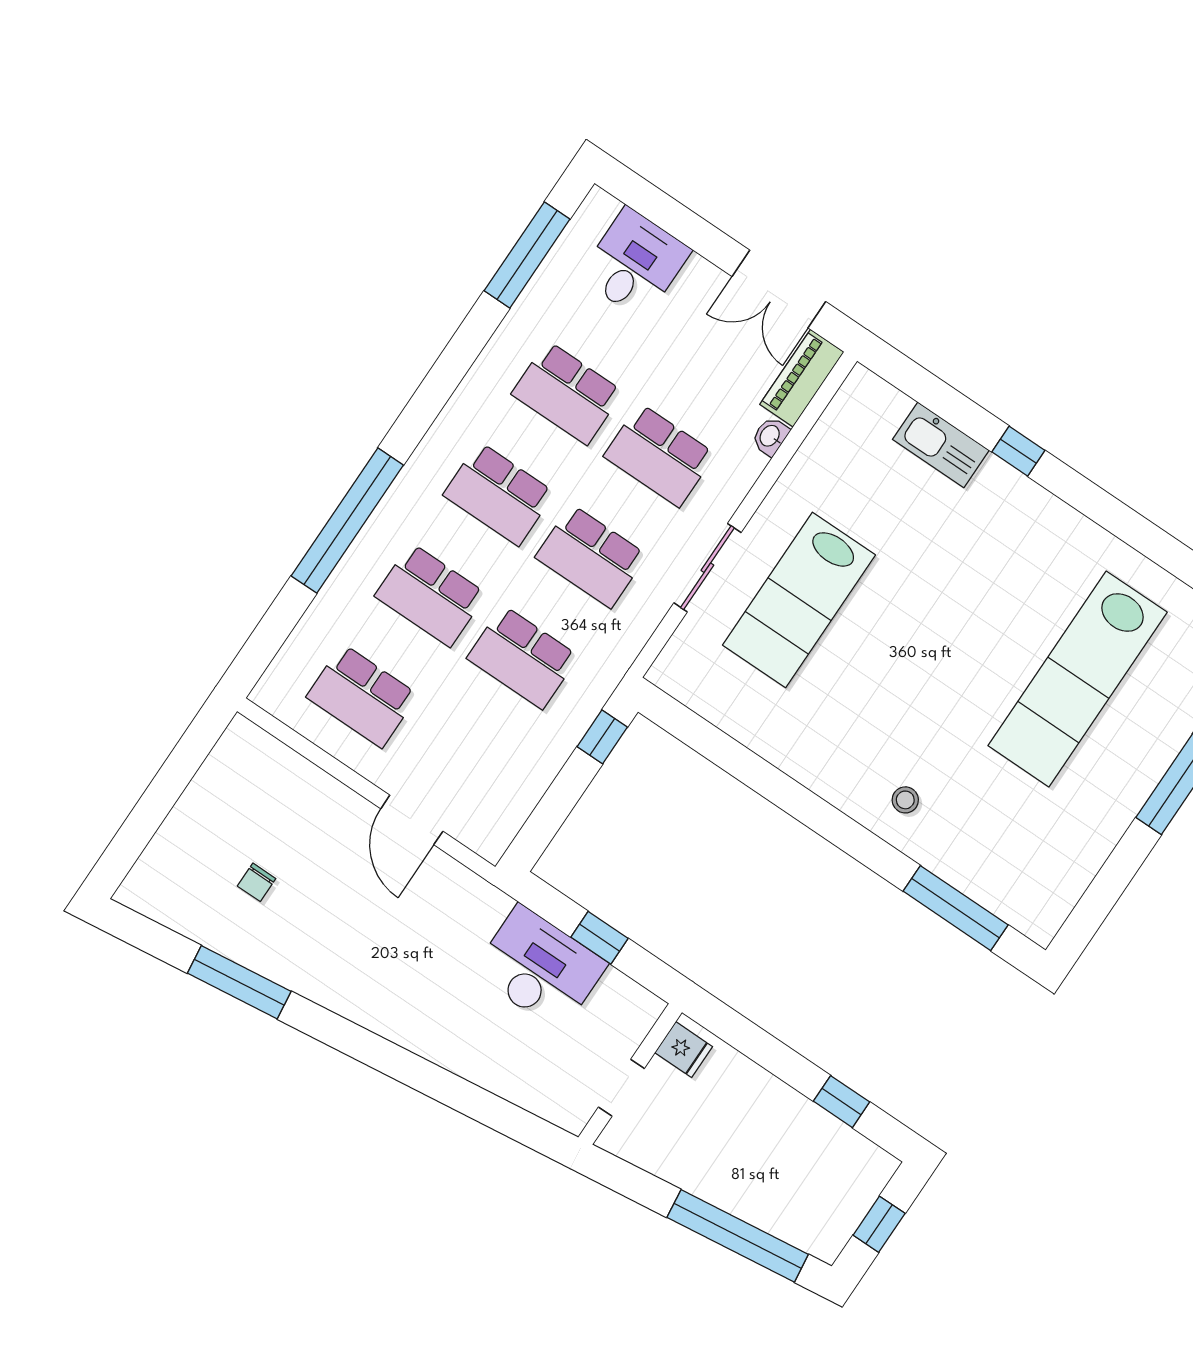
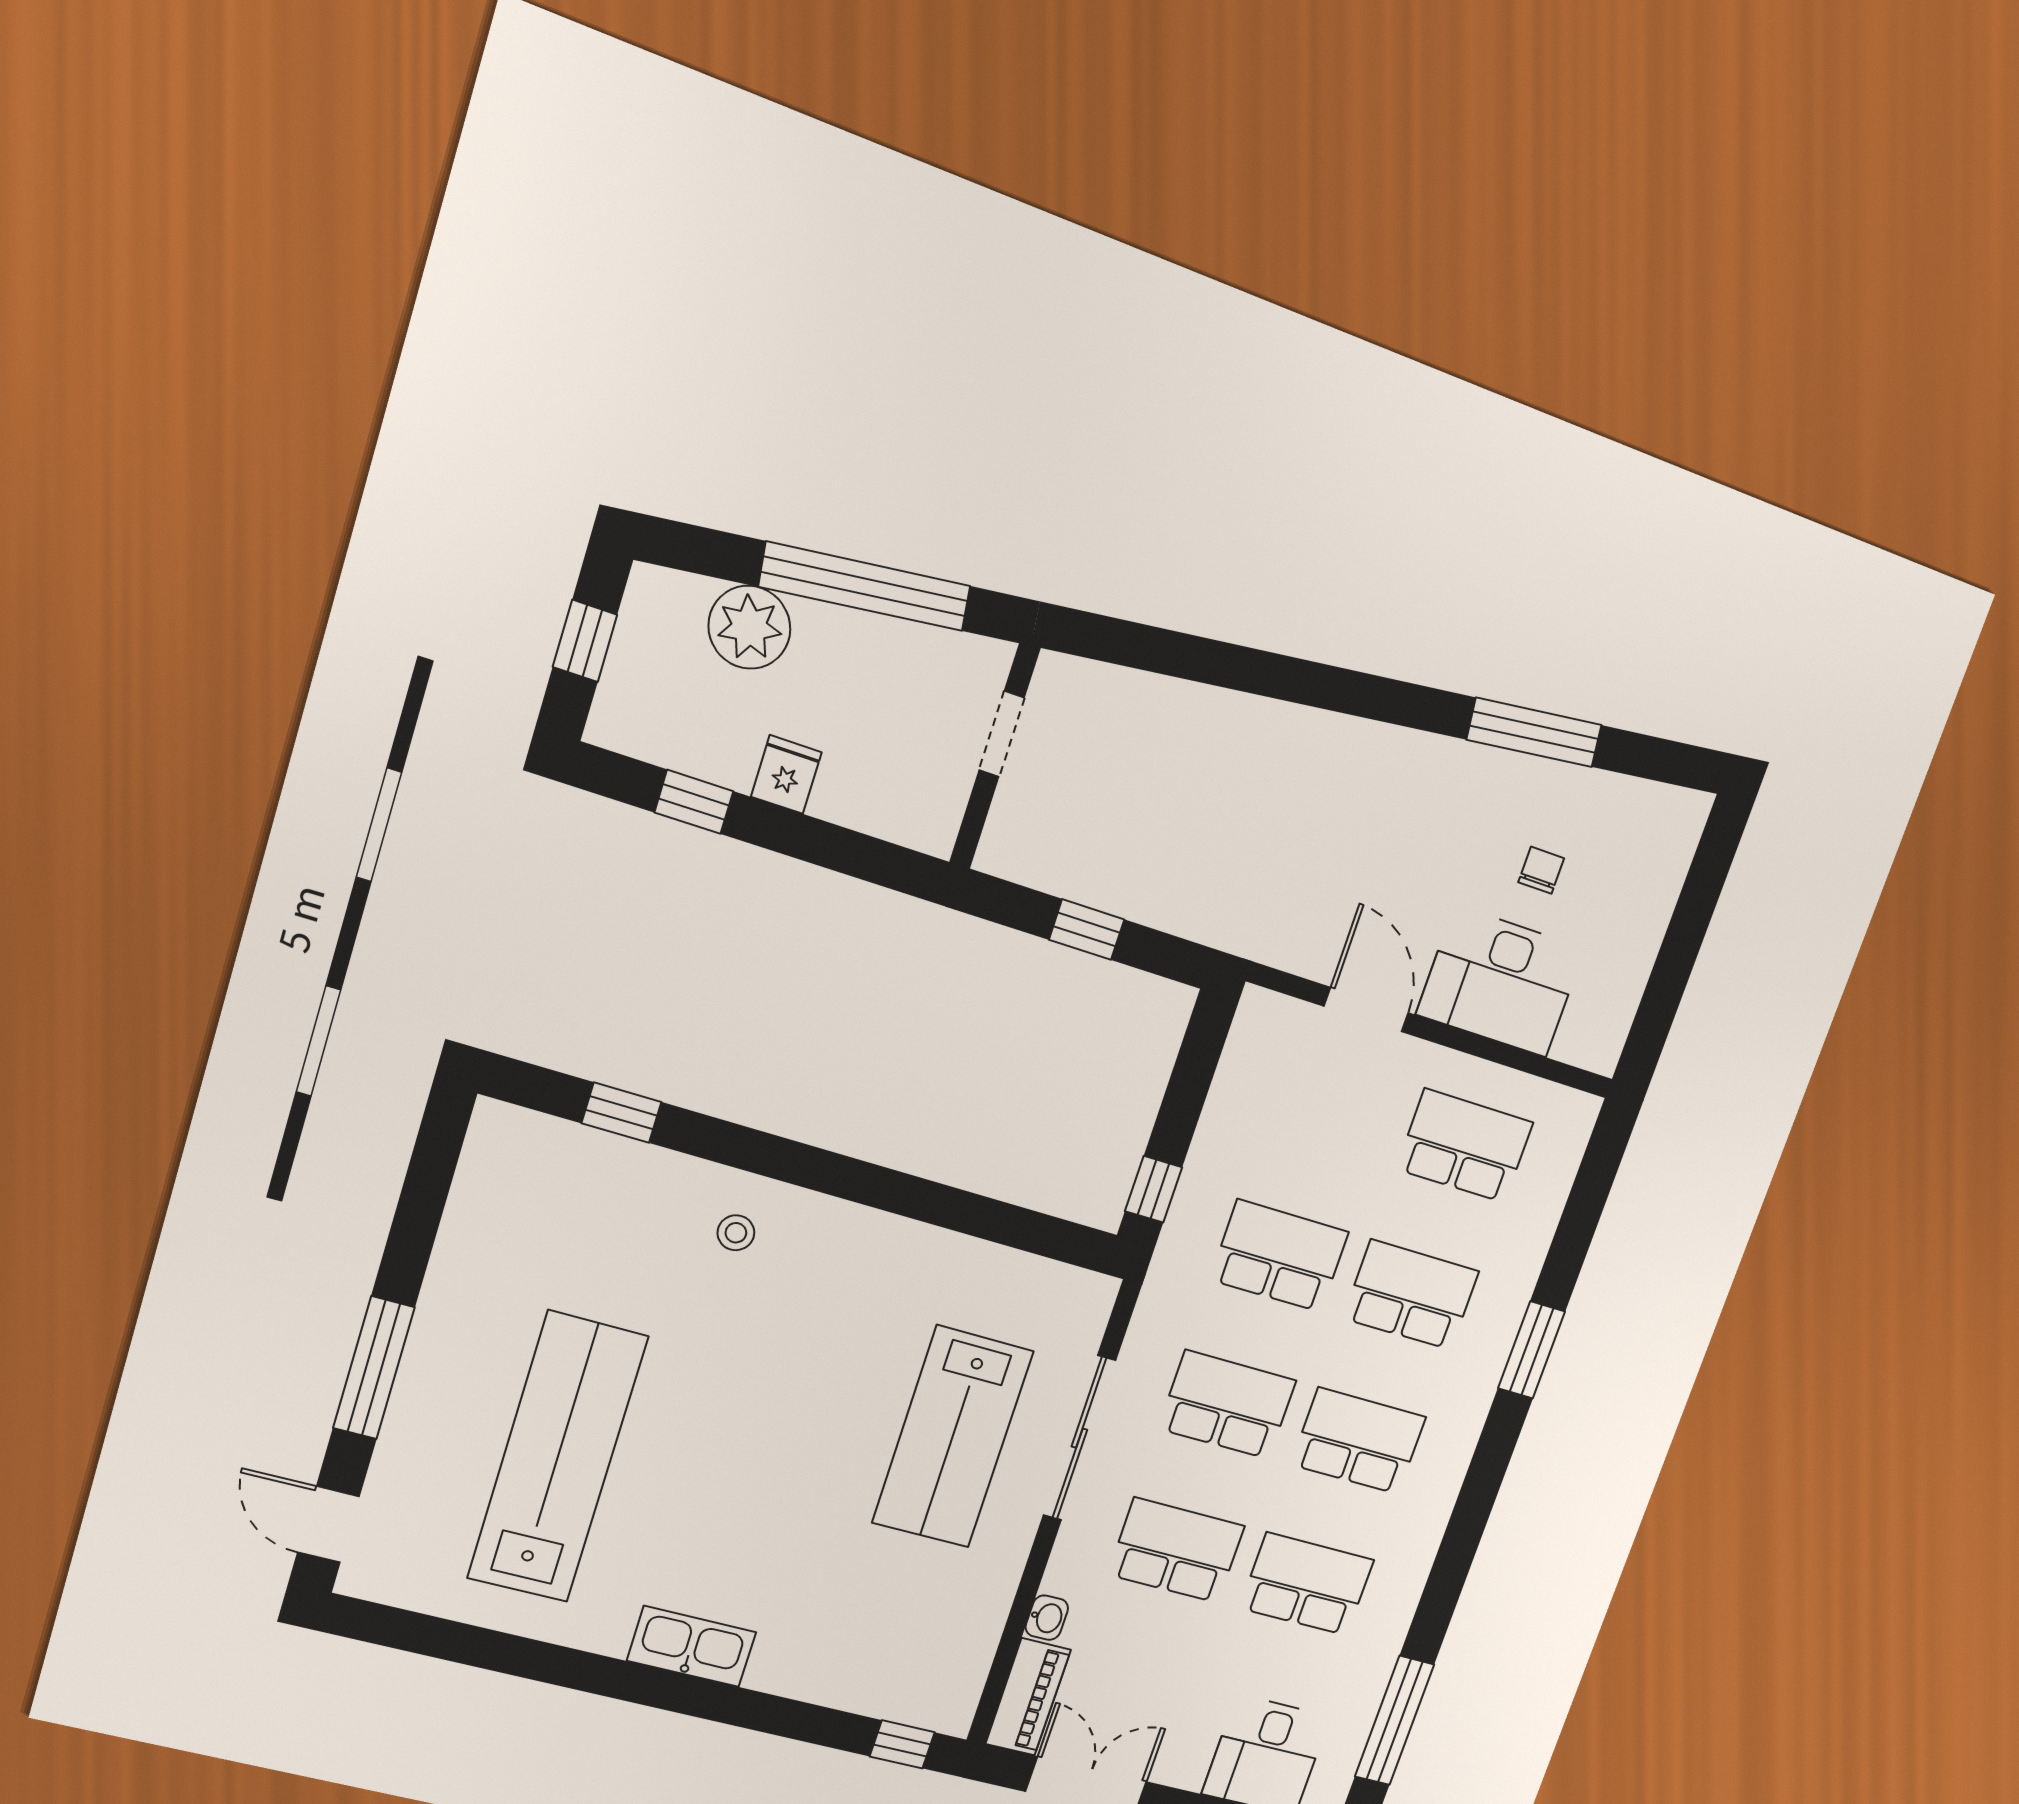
kitchen sink: (941, 445) -> (692, 1646), moved
window: (1018, 451) -> (902, 1744), moved
window: (347, 521) -> (1531, 1350), width x0.47
sliding door: (707, 568) -> (1079, 1438), width x1.37
lab bench: (799, 600) -> (953, 1437), turned 180
window: (956, 908) -> (622, 1113), width x0.46
desk: (540, 968) -> (1501, 982), moved
fridge: (684, 1050) -> (786, 775), moved, turned 90
plant: (770, 1204) -> (749, 627), added
window: (738, 1236) -> (865, 586), moved

